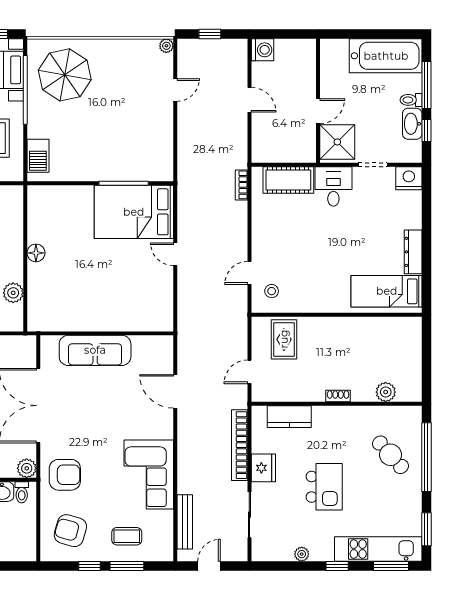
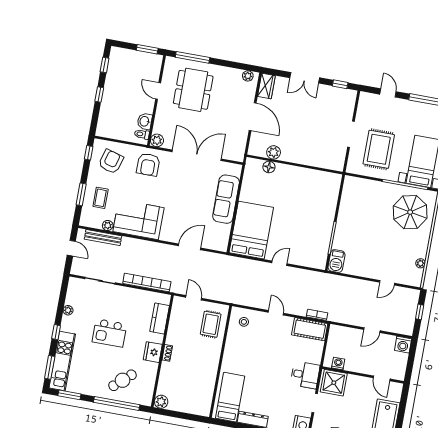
plant: (166, 46) -> (421, 263), moved
door: (175, 90) -> (387, 283), hinge flipped
door: (318, 111) -> (382, 378), moved
washing machine: (308, 141) -> (338, 363), added
barbecue: (38, 156) -> (337, 261), moved, turned -90
cot: (288, 180) -> (310, 329), moved, turned 90
bed: (134, 212) -> (251, 230), moved
floor lamp: (36, 253) -> (269, 167), moved
door: (249, 273) -> (276, 313), moved
rug: (284, 339) -> (211, 324), turned 90
plant: (386, 392) -> (161, 402), moved
fridge: (263, 468) -> (153, 352), moved, turned 90
plant: (166, 518) -> (108, 225), added
window: (90, 566) -> (89, 153), moved

